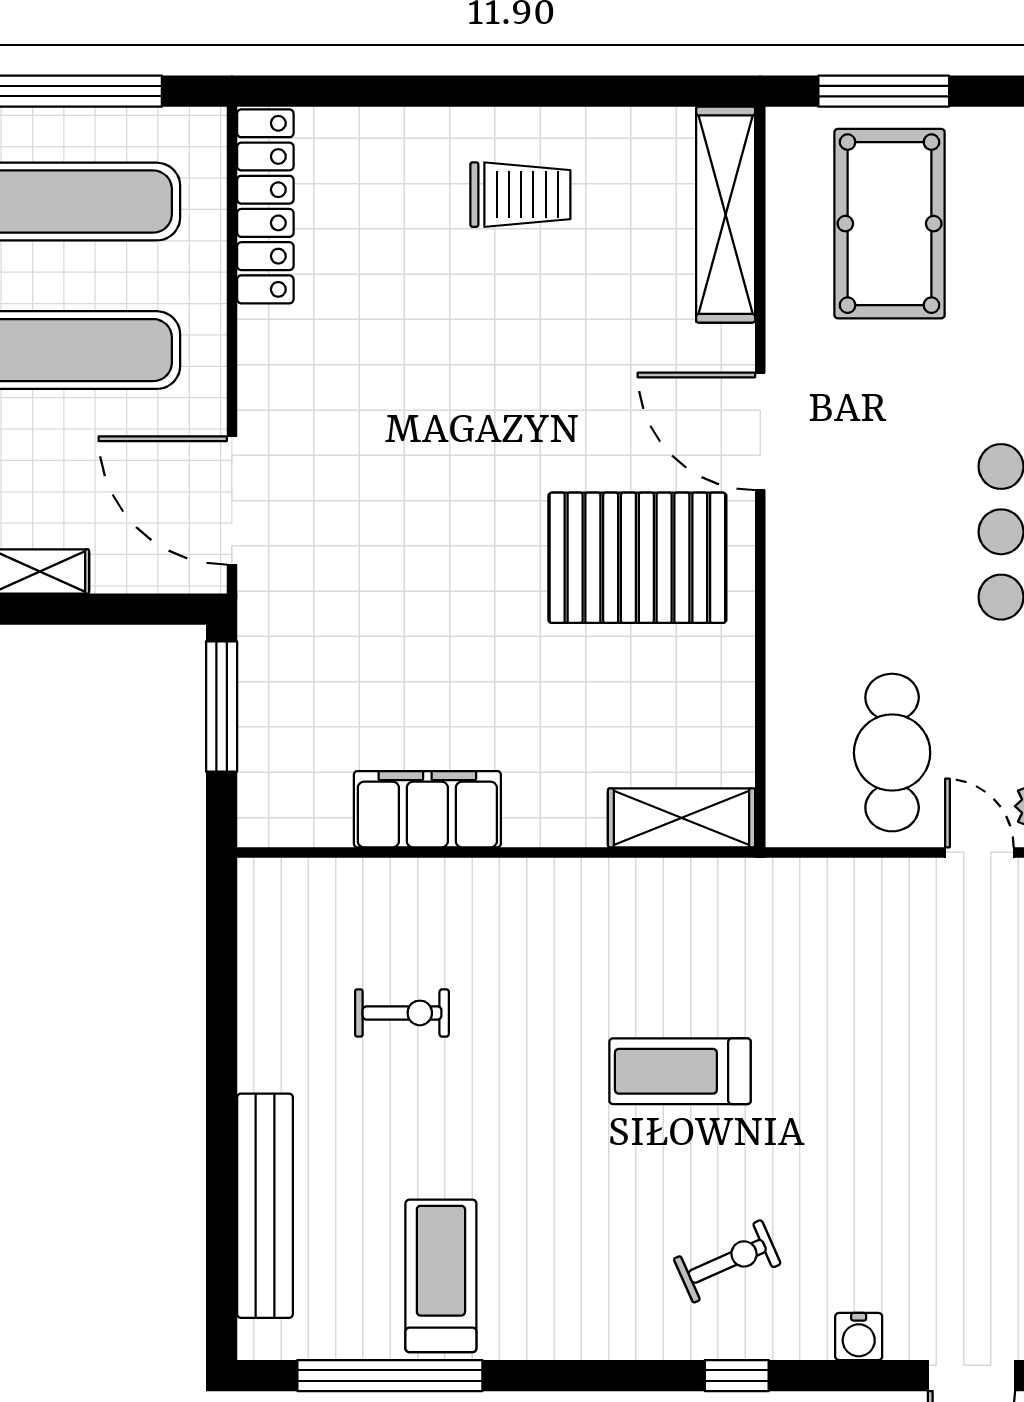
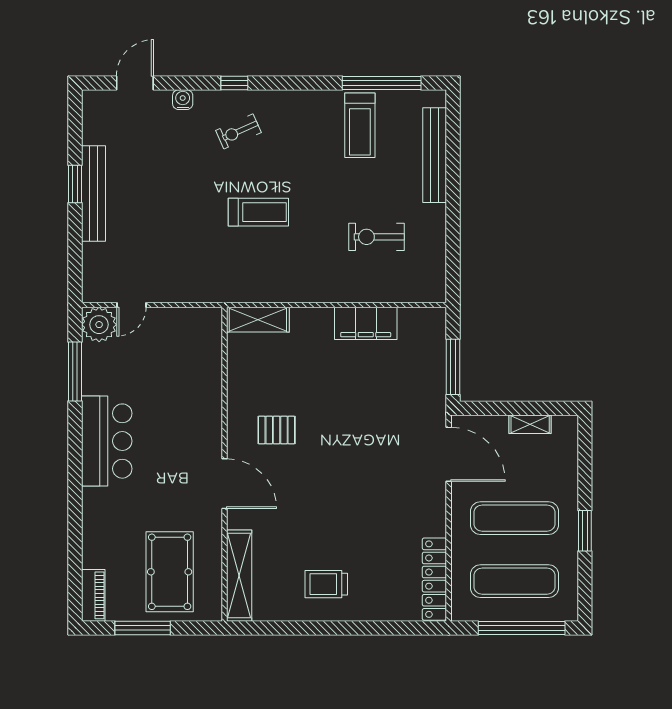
window: (884, 91) -> (143, 628), moved
pallet: (637, 558) -> (277, 430), width x0.49, depth x0.50
cafe table: (892, 753) -> (169, 347), removed
door: (979, 852) -> (131, 305), hinge flipped
exercise bike: (402, 1013) -> (376, 237), width x1.38, depth x1.39

